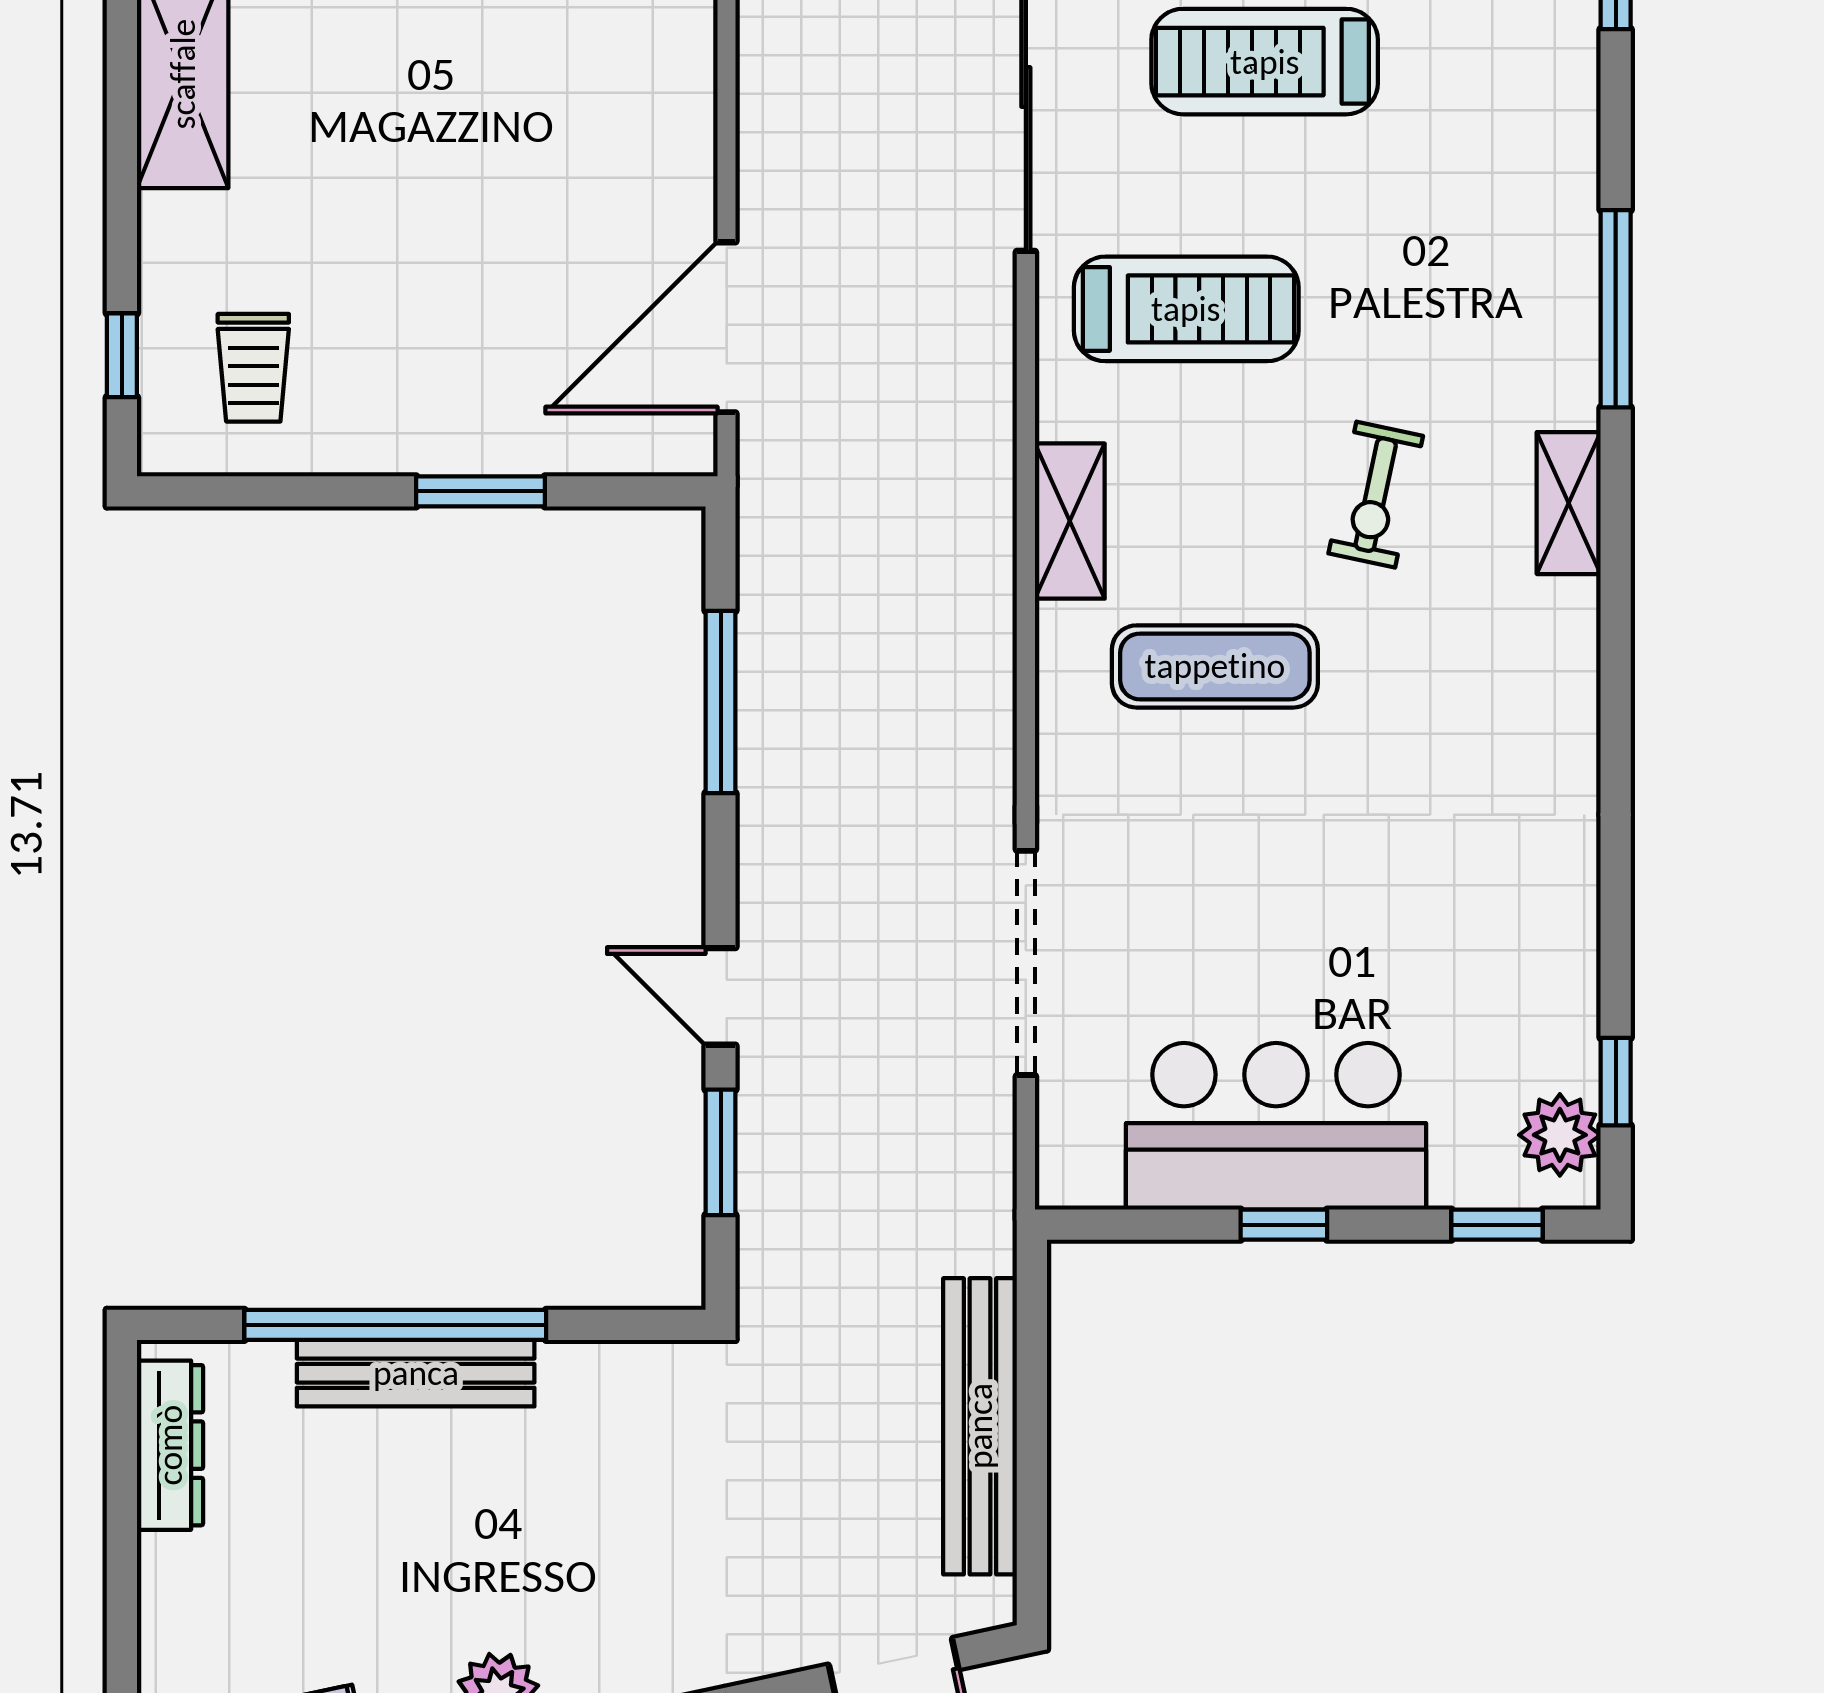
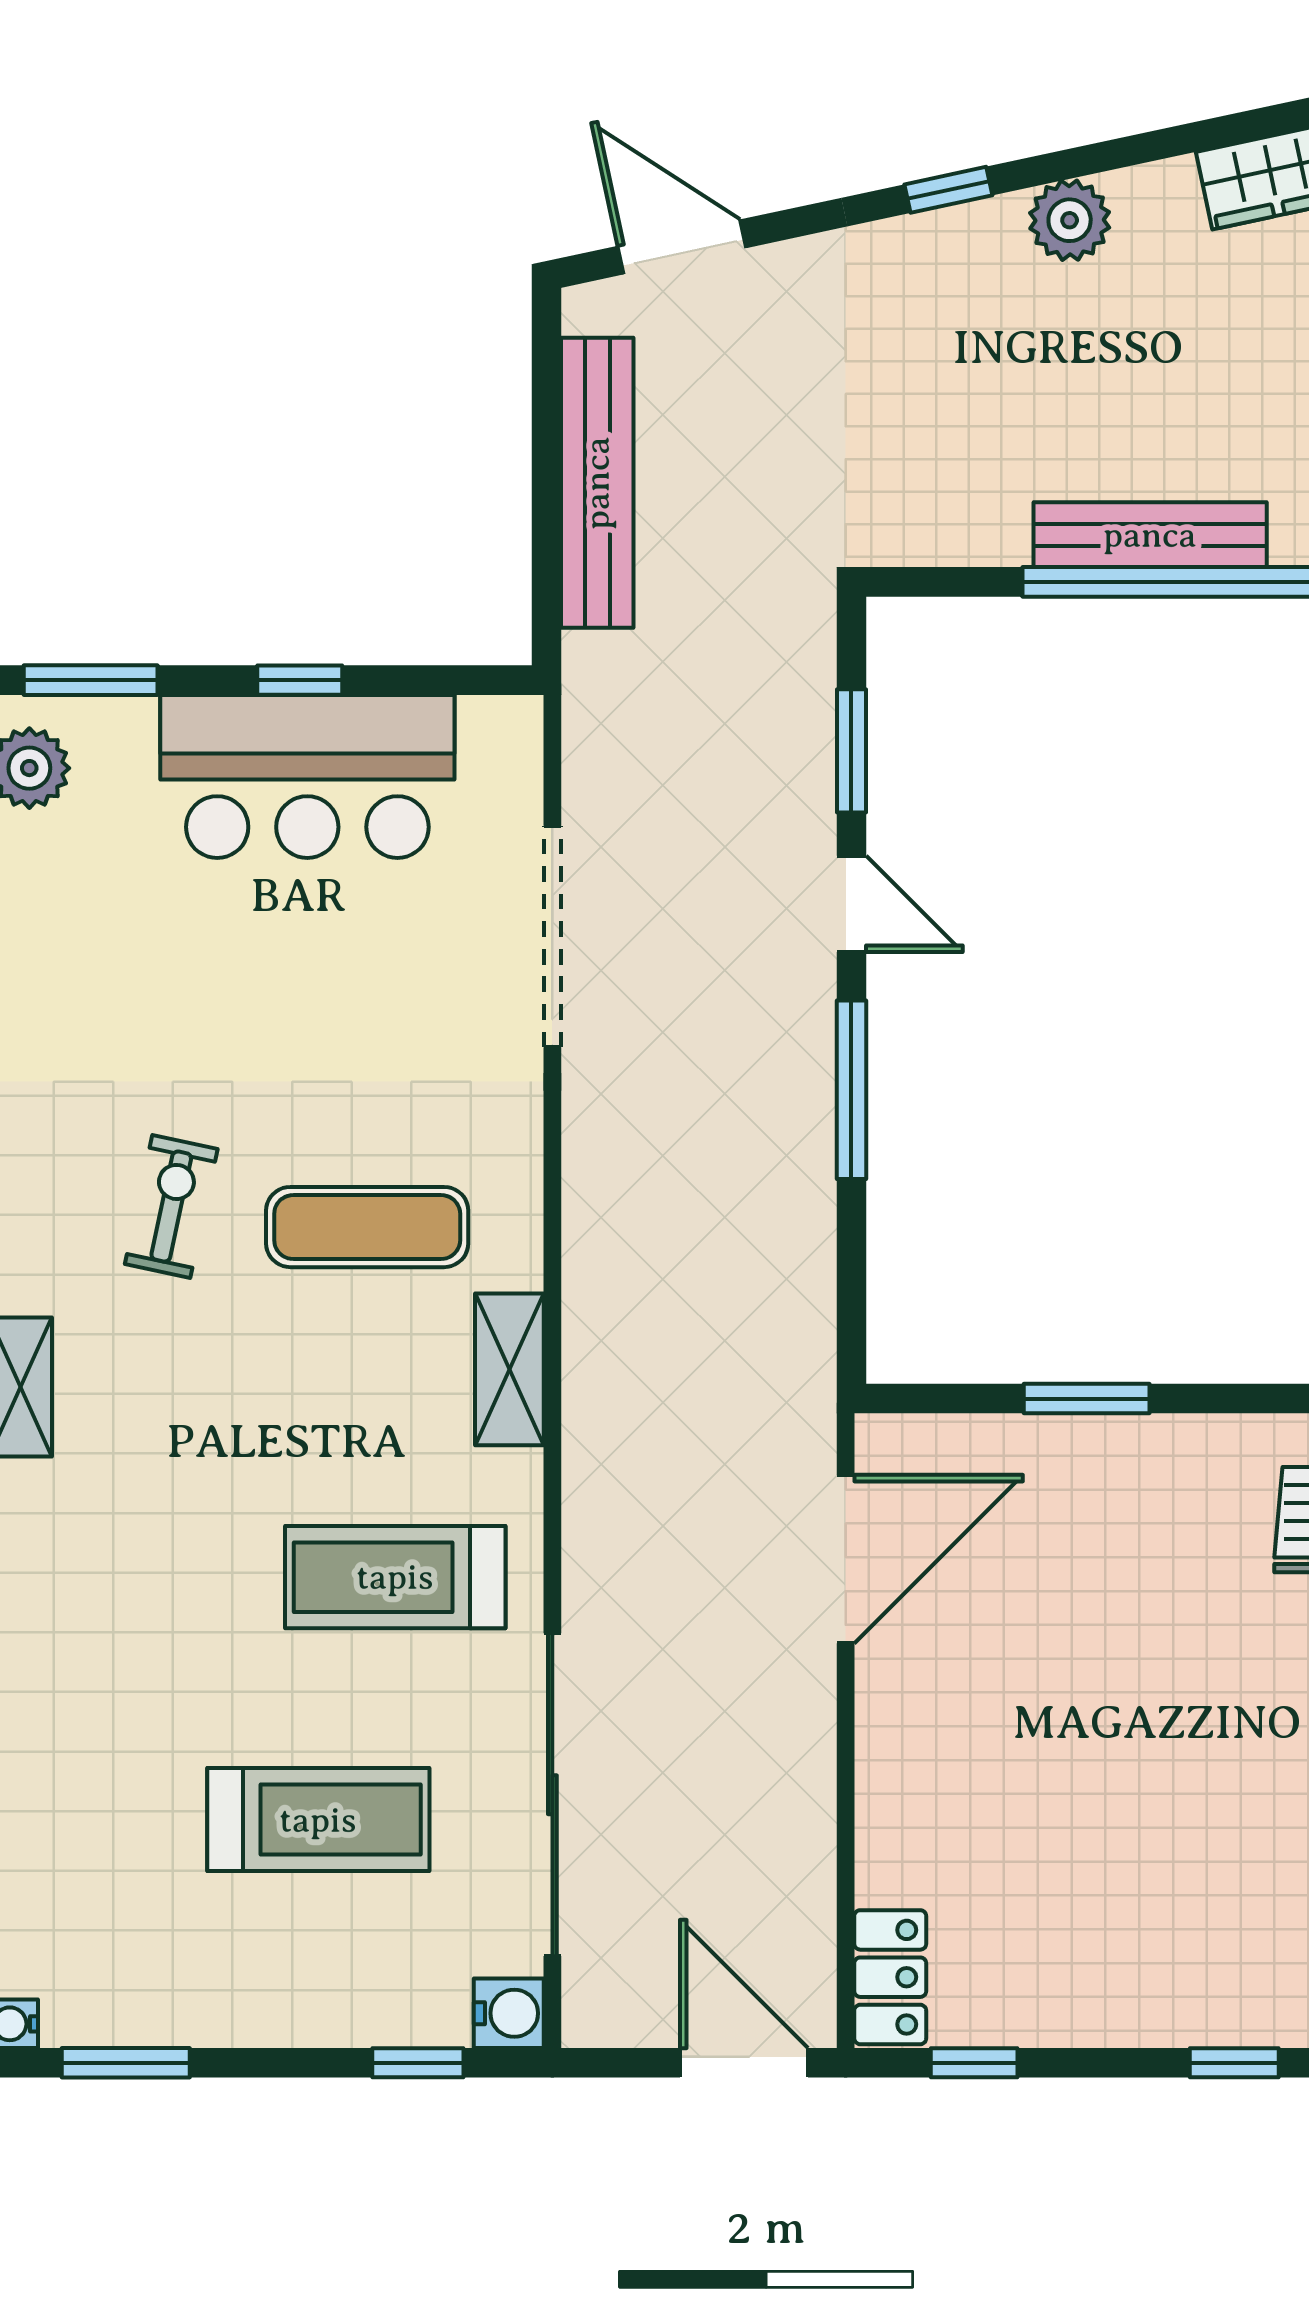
exercise bike: (1376, 495) -> (171, 1207), moved
window: (721, 702) -> (851, 1090), moved
window: (1497, 1225) -> (91, 680), width x1.50

